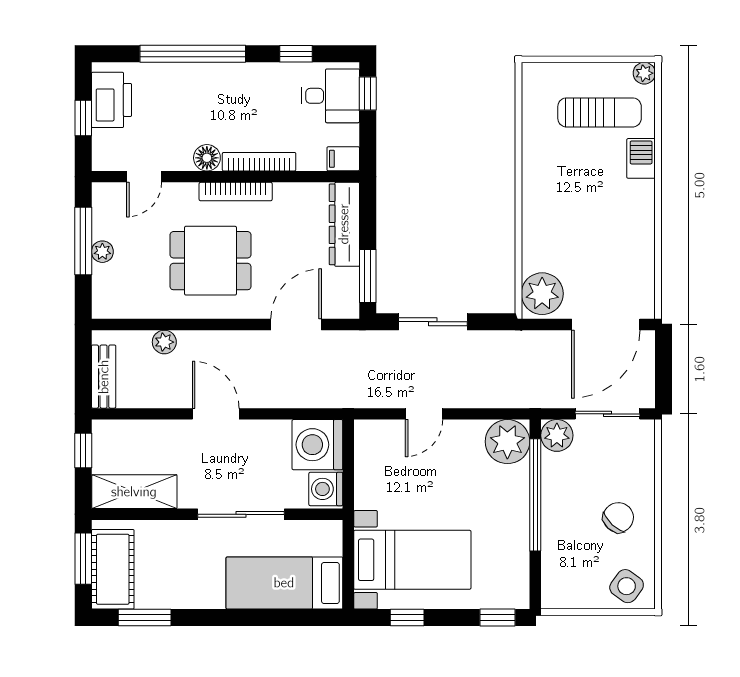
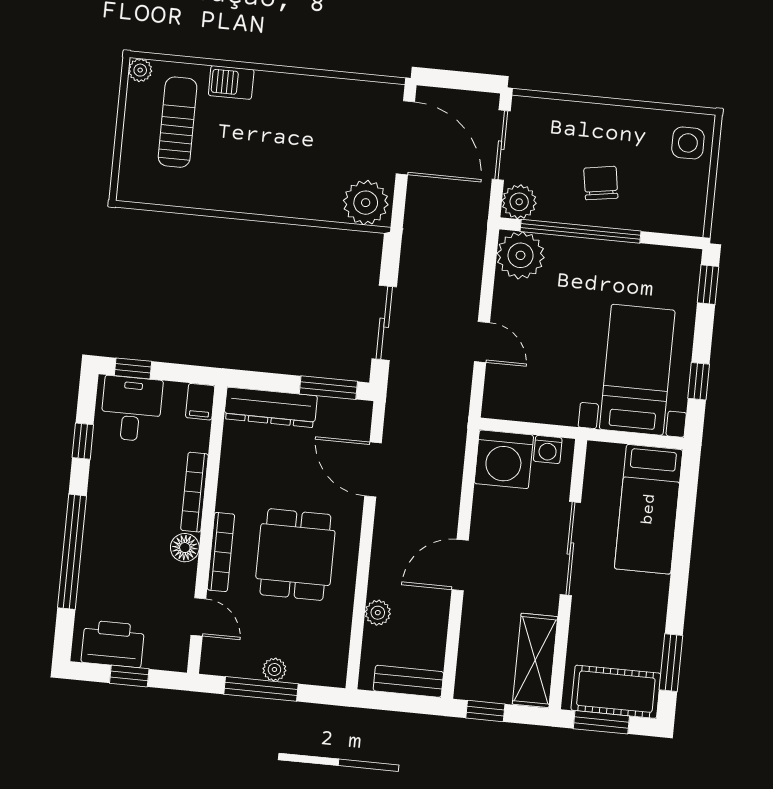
bookcase: (236, 192) -> (221, 552), moved
washing machine: (326, 489) -> (548, 450), width x0.73, depth x0.73
chair: (618, 518) -> (601, 183), moved, turned 38
side table: (627, 586) -> (688, 143), turned -36

